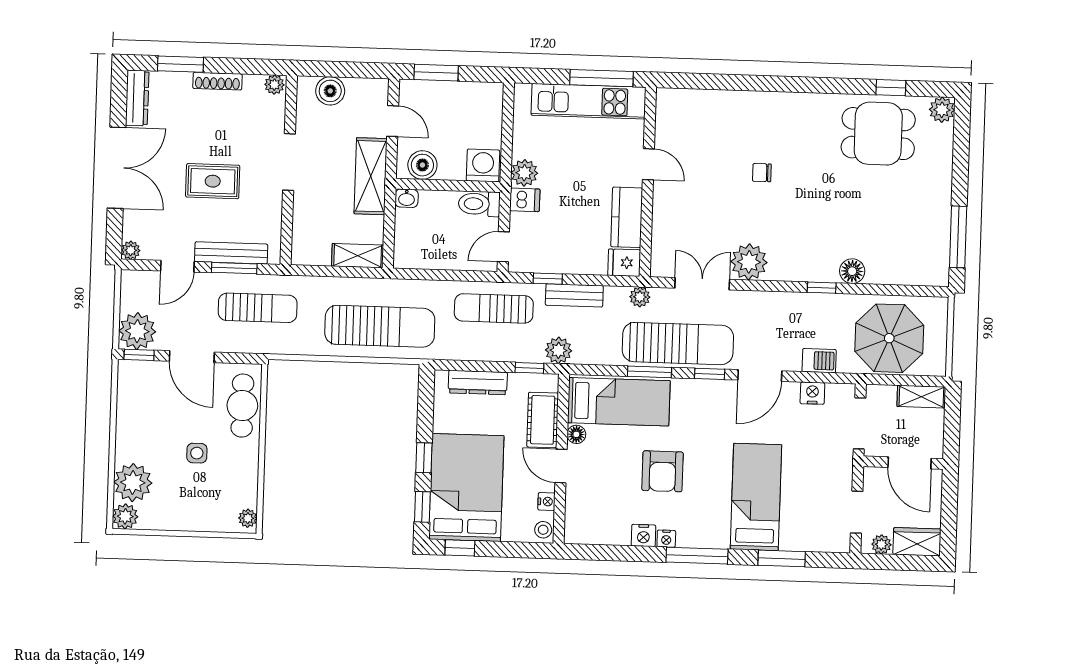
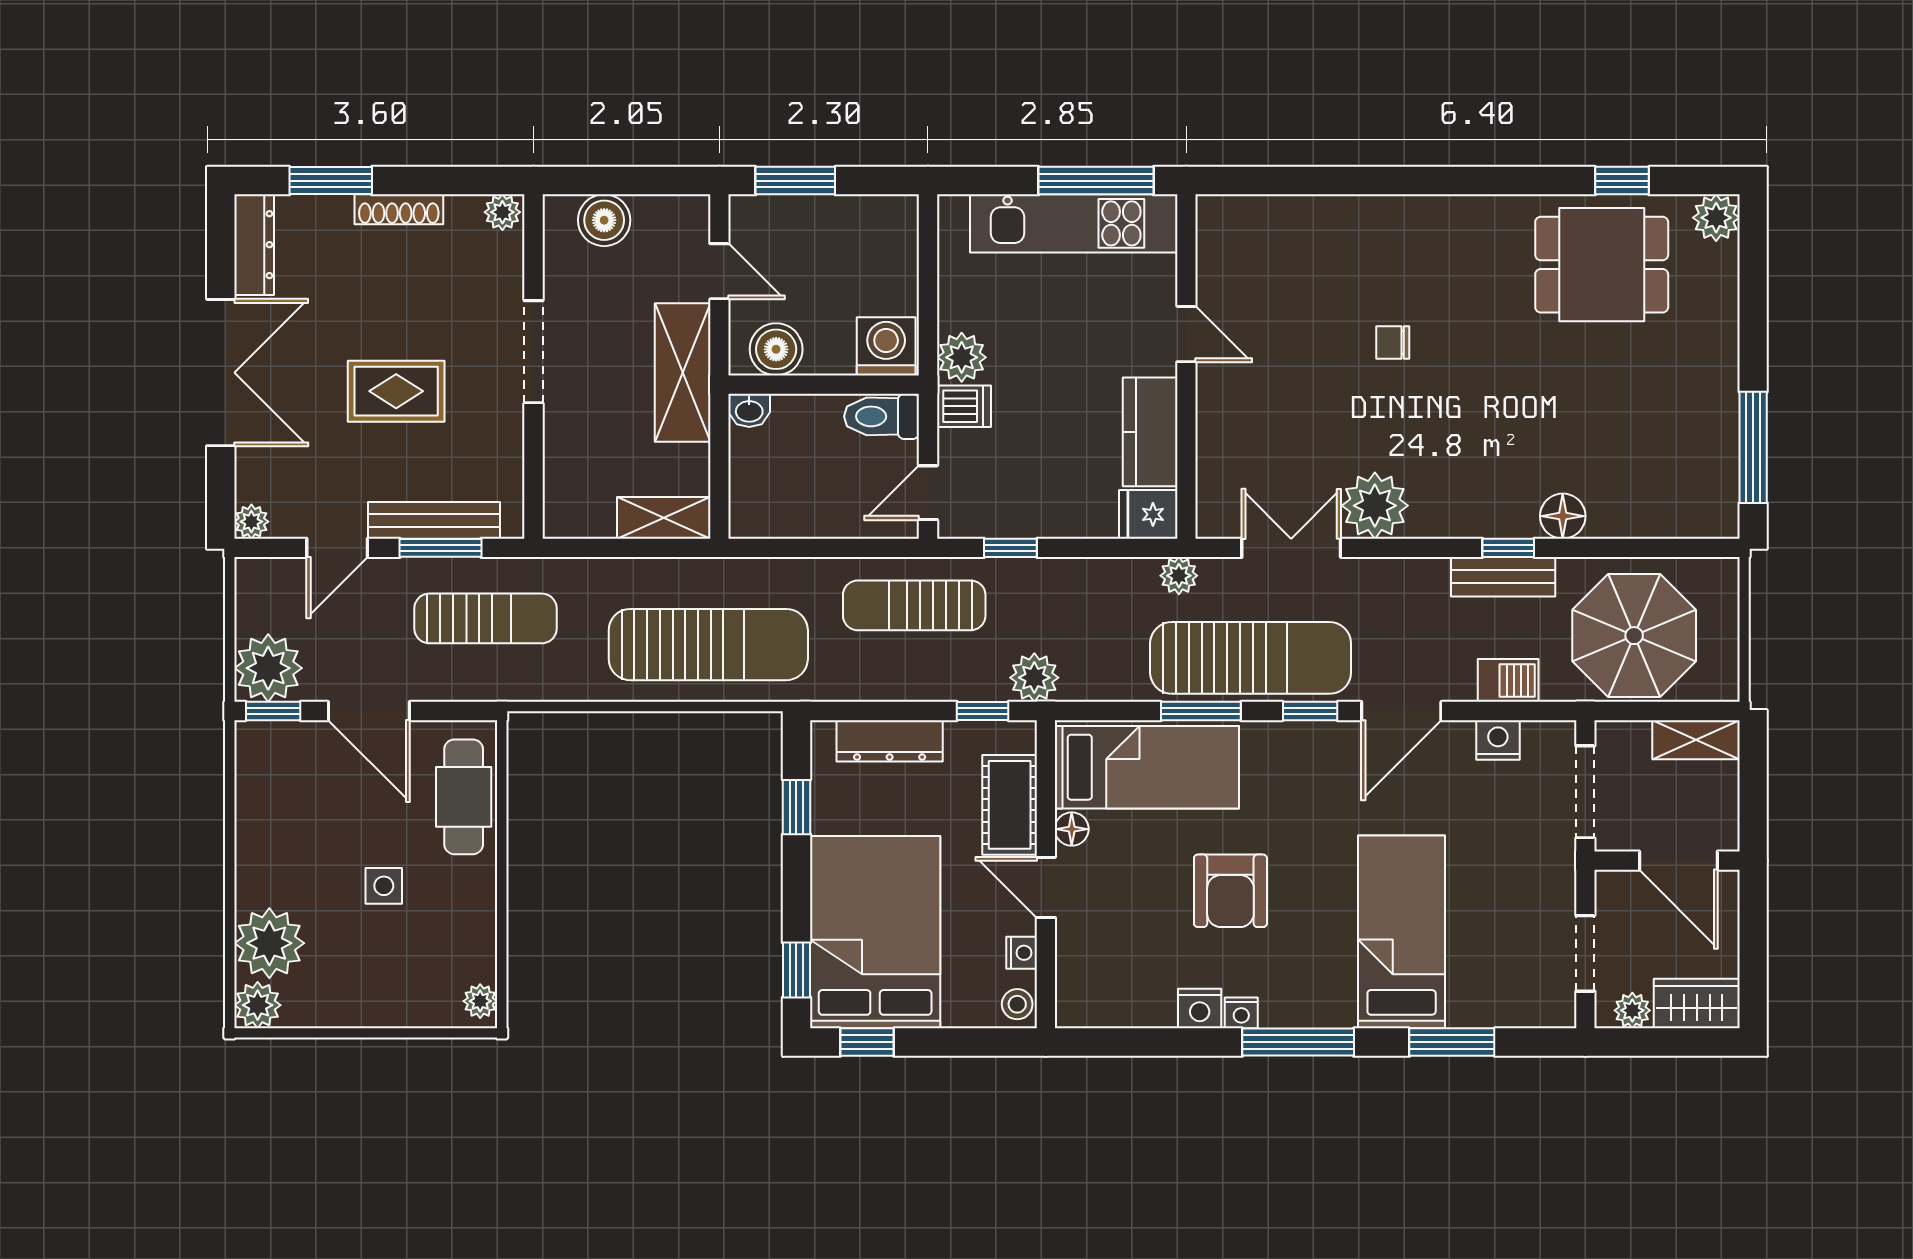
bench: (574, 295) -> (1503, 577), moved
window: (424, 458) -> (796, 807), moved

